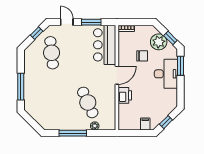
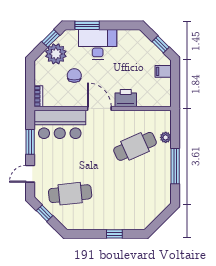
window: (21, 87) -> (114, 234), width x0.46

